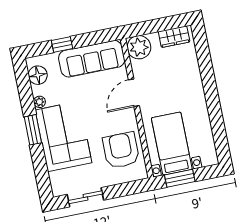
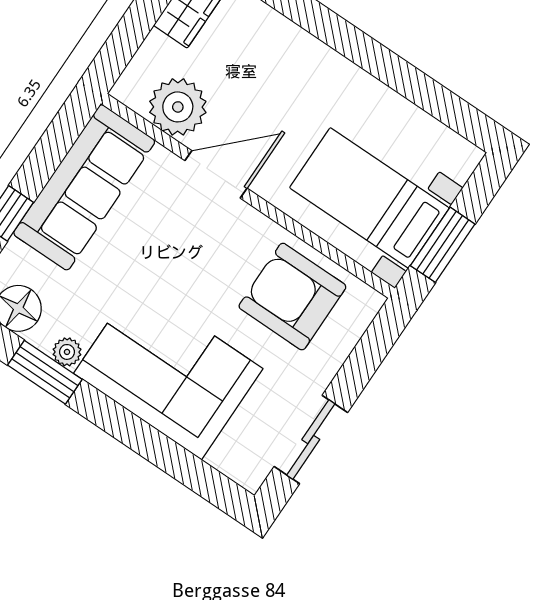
plant: (139, 47) -> (178, 107), moved
door: (134, 93) -> (216, 174), swing flipped
window: (33, 130) -> (45, 372), moved

